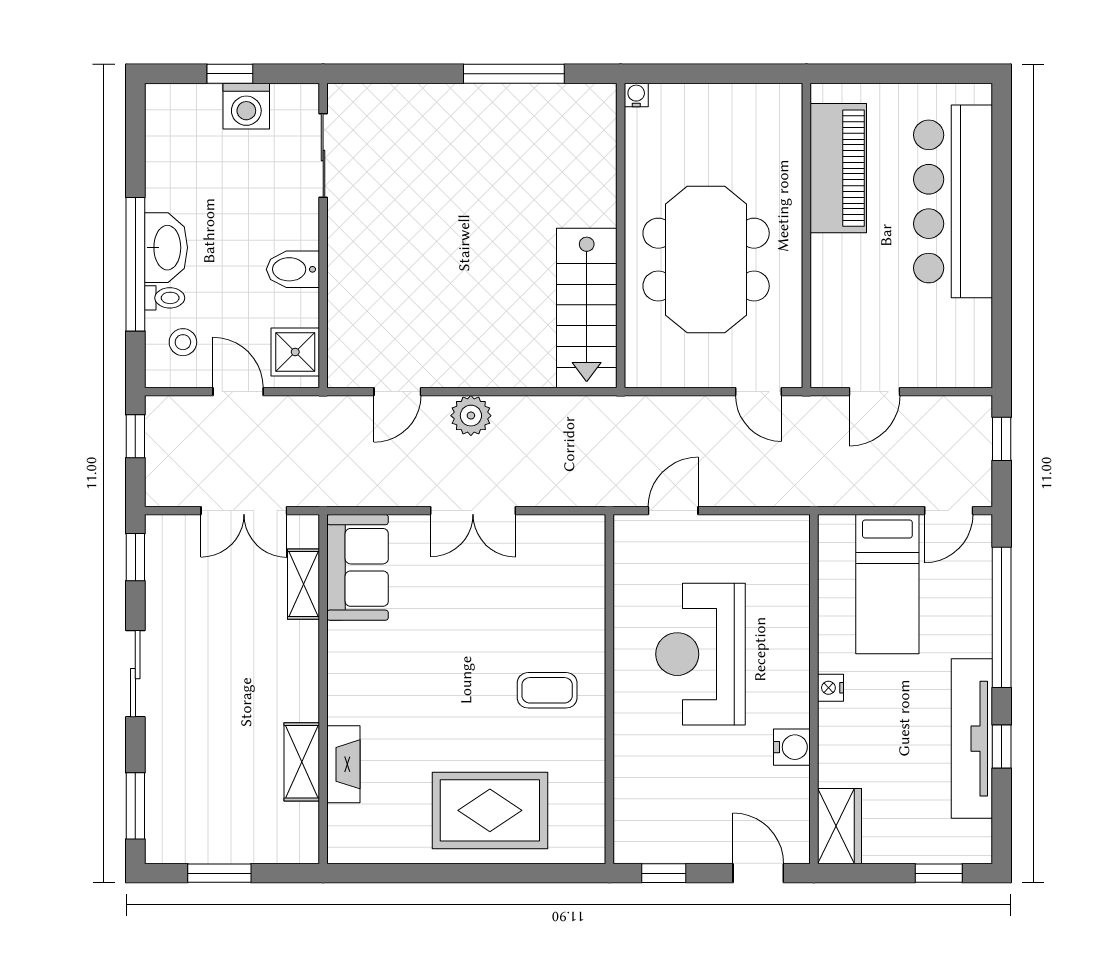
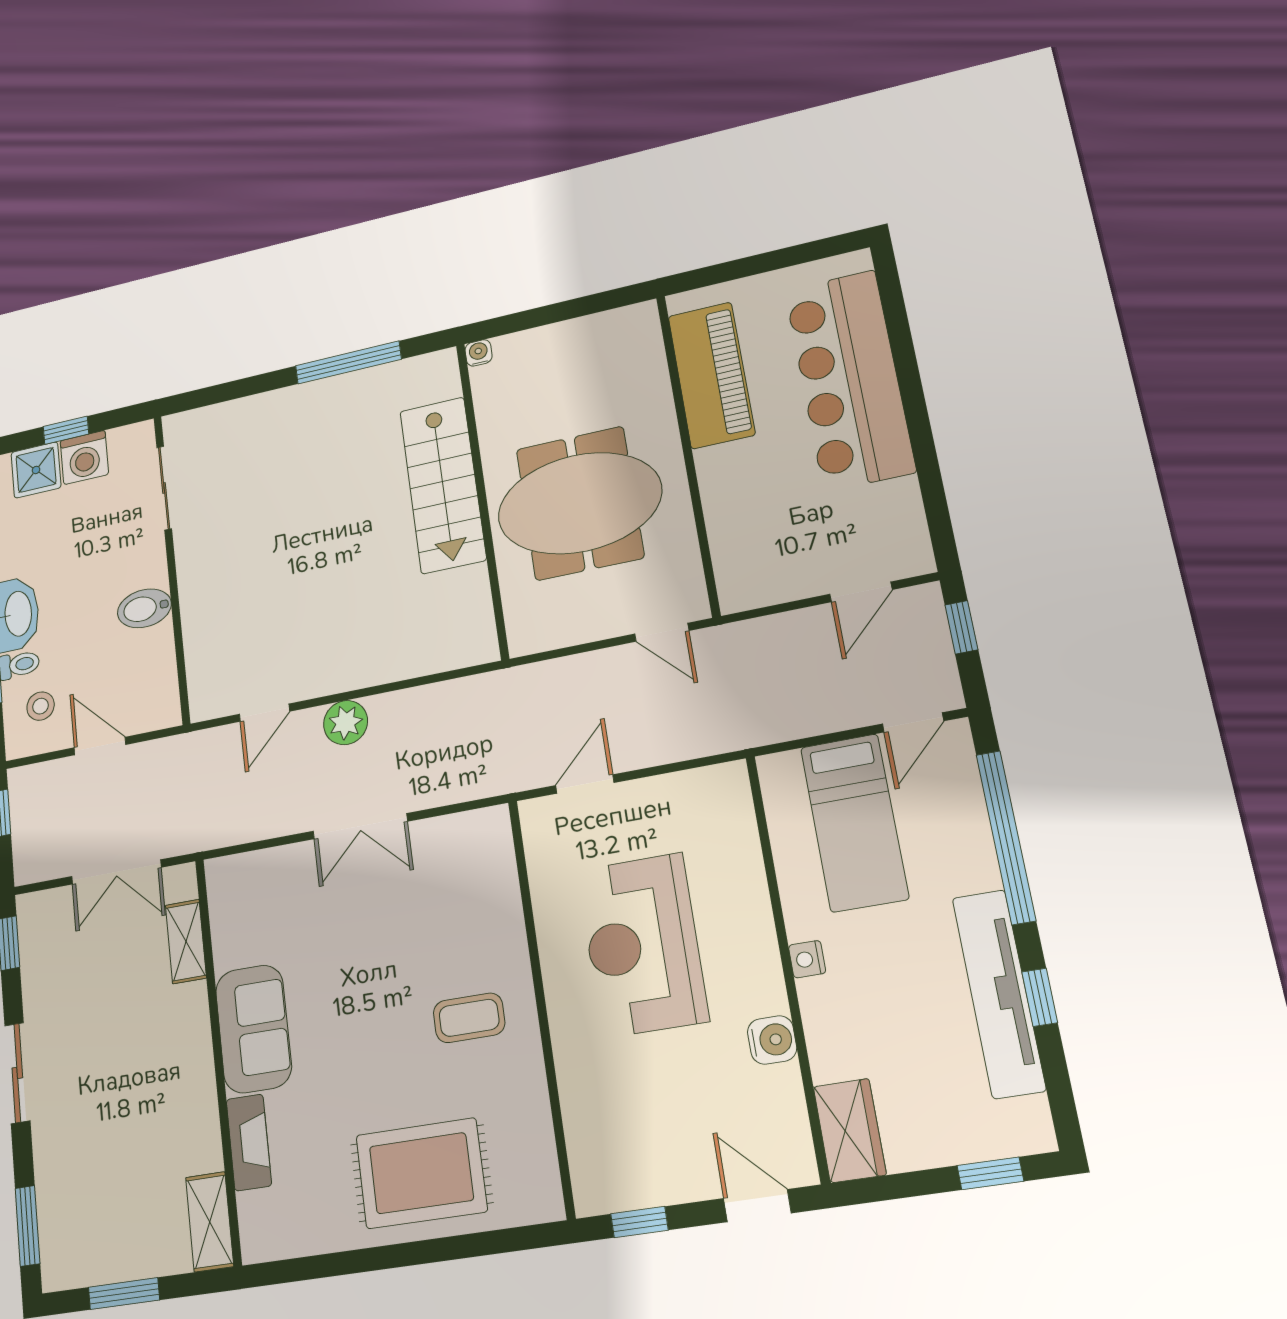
meeting table: (706, 260) -> (580, 503), turned 90
stairs: (587, 308) -> (443, 485), moved
shower: (295, 352) -> (36, 470), moved
door: (875, 392) -> (861, 592), moved
sofa: (357, 567) -> (253, 1029), moved
shelving: (302, 762) -> (210, 1222), moved

